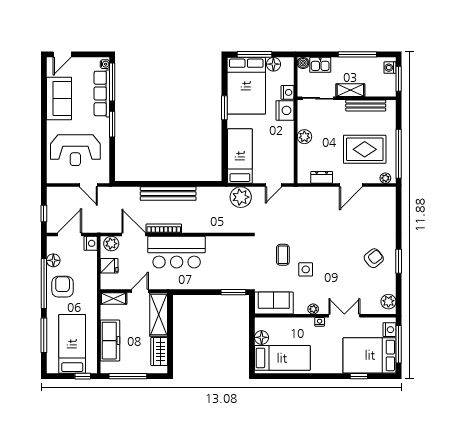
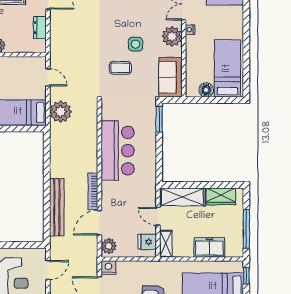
bench: (168, 194) -> (57, 207), moved
bar counter: (177, 252) -> (118, 151), moved
fridge: (109, 266) -> (147, 242), moved, turned -90
plant: (313, 309) -> (172, 36), width x1.88, depth x1.88
freezer: (110, 341) -> (209, 247), width x0.71

